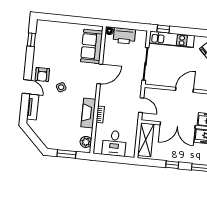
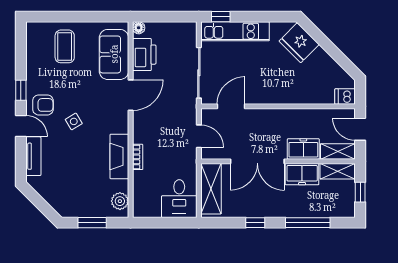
printer: (124, 36) -> (144, 55), moved, turned -90
coffee table: (60, 38) -> (65, 46), added
window: (31, 40) -> (21, 90), moved
armchair: (42, 75) -> (43, 105), turned -90
door: (185, 90) -> (231, 106), moved
desk: (114, 143) -> (179, 199), moved

